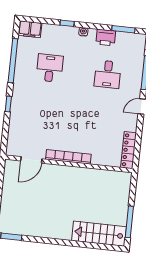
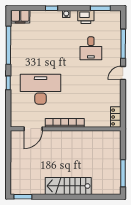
desk: (50, 68) -> (41, 89), moved, width x1.87, depth x1.30
locker: (129, 150) -> (116, 117), width x0.66
stairs: (99, 234) -> (68, 186), moved

